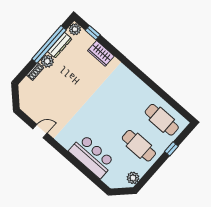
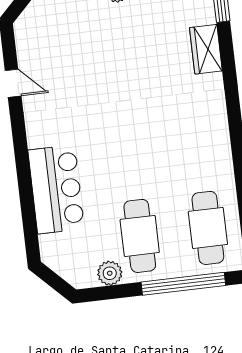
window: (171, 149) -> (183, 284), width x3.17
plant: (133, 178) -> (110, 273), moved

